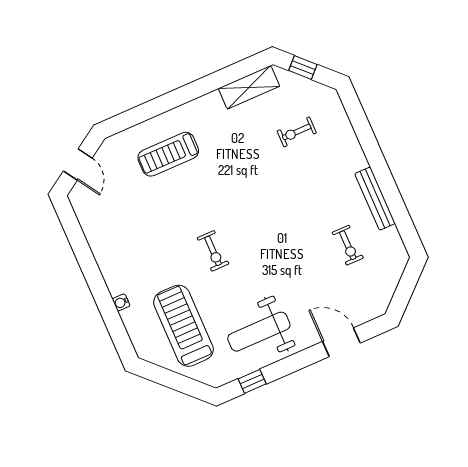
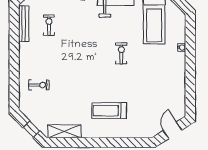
exercise bike: (297, 132) -> (39, 85), moved
treadmill: (168, 154) -> (109, 111), moved, turned 180
bench: (375, 199) -> (24, 24), moved

